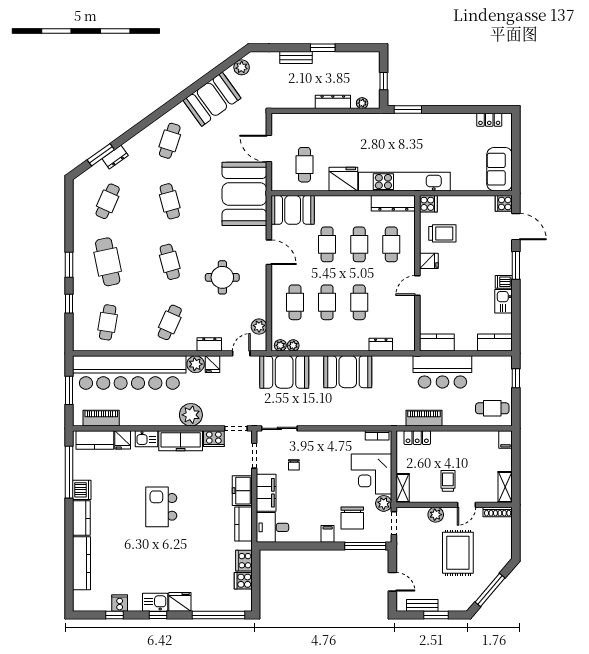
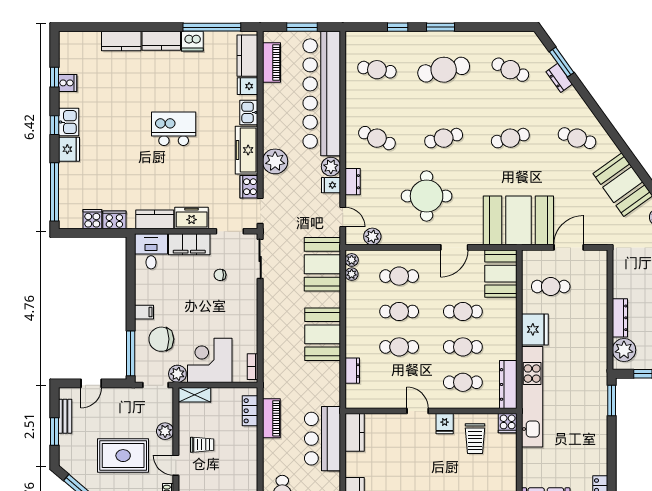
plant: (362, 103) -> (624, 350), width x1.87, depth x1.87
round table: (222, 277) -> (427, 196), width x1.36, depth x1.36
kitchen counter: (82, 563) -> (121, 41), width x0.67

